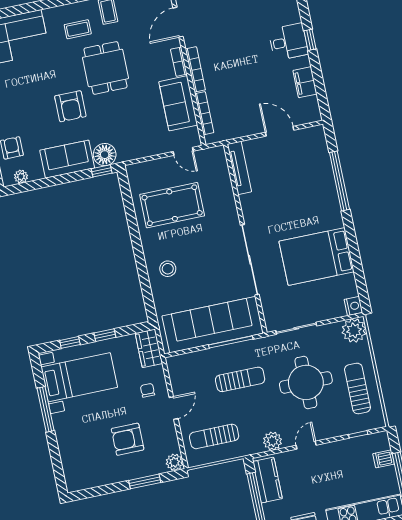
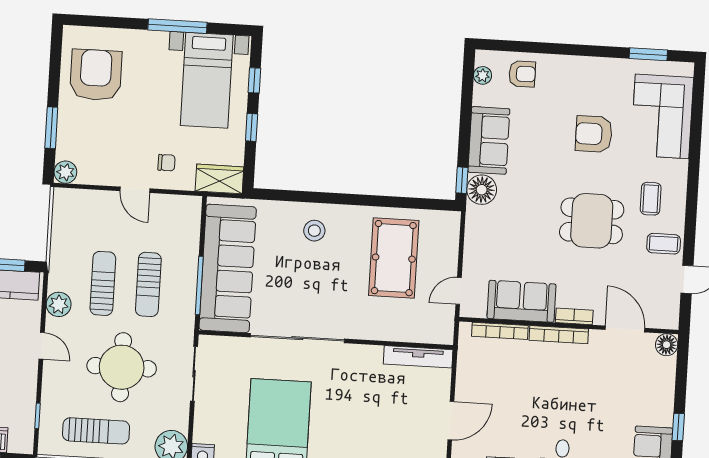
armchair: (70, 106) -> (594, 134), moved
sun lounger: (214, 436) -> (103, 283), moved
armchair: (128, 439) -> (96, 75), moved, width x1.36, depth x1.36

